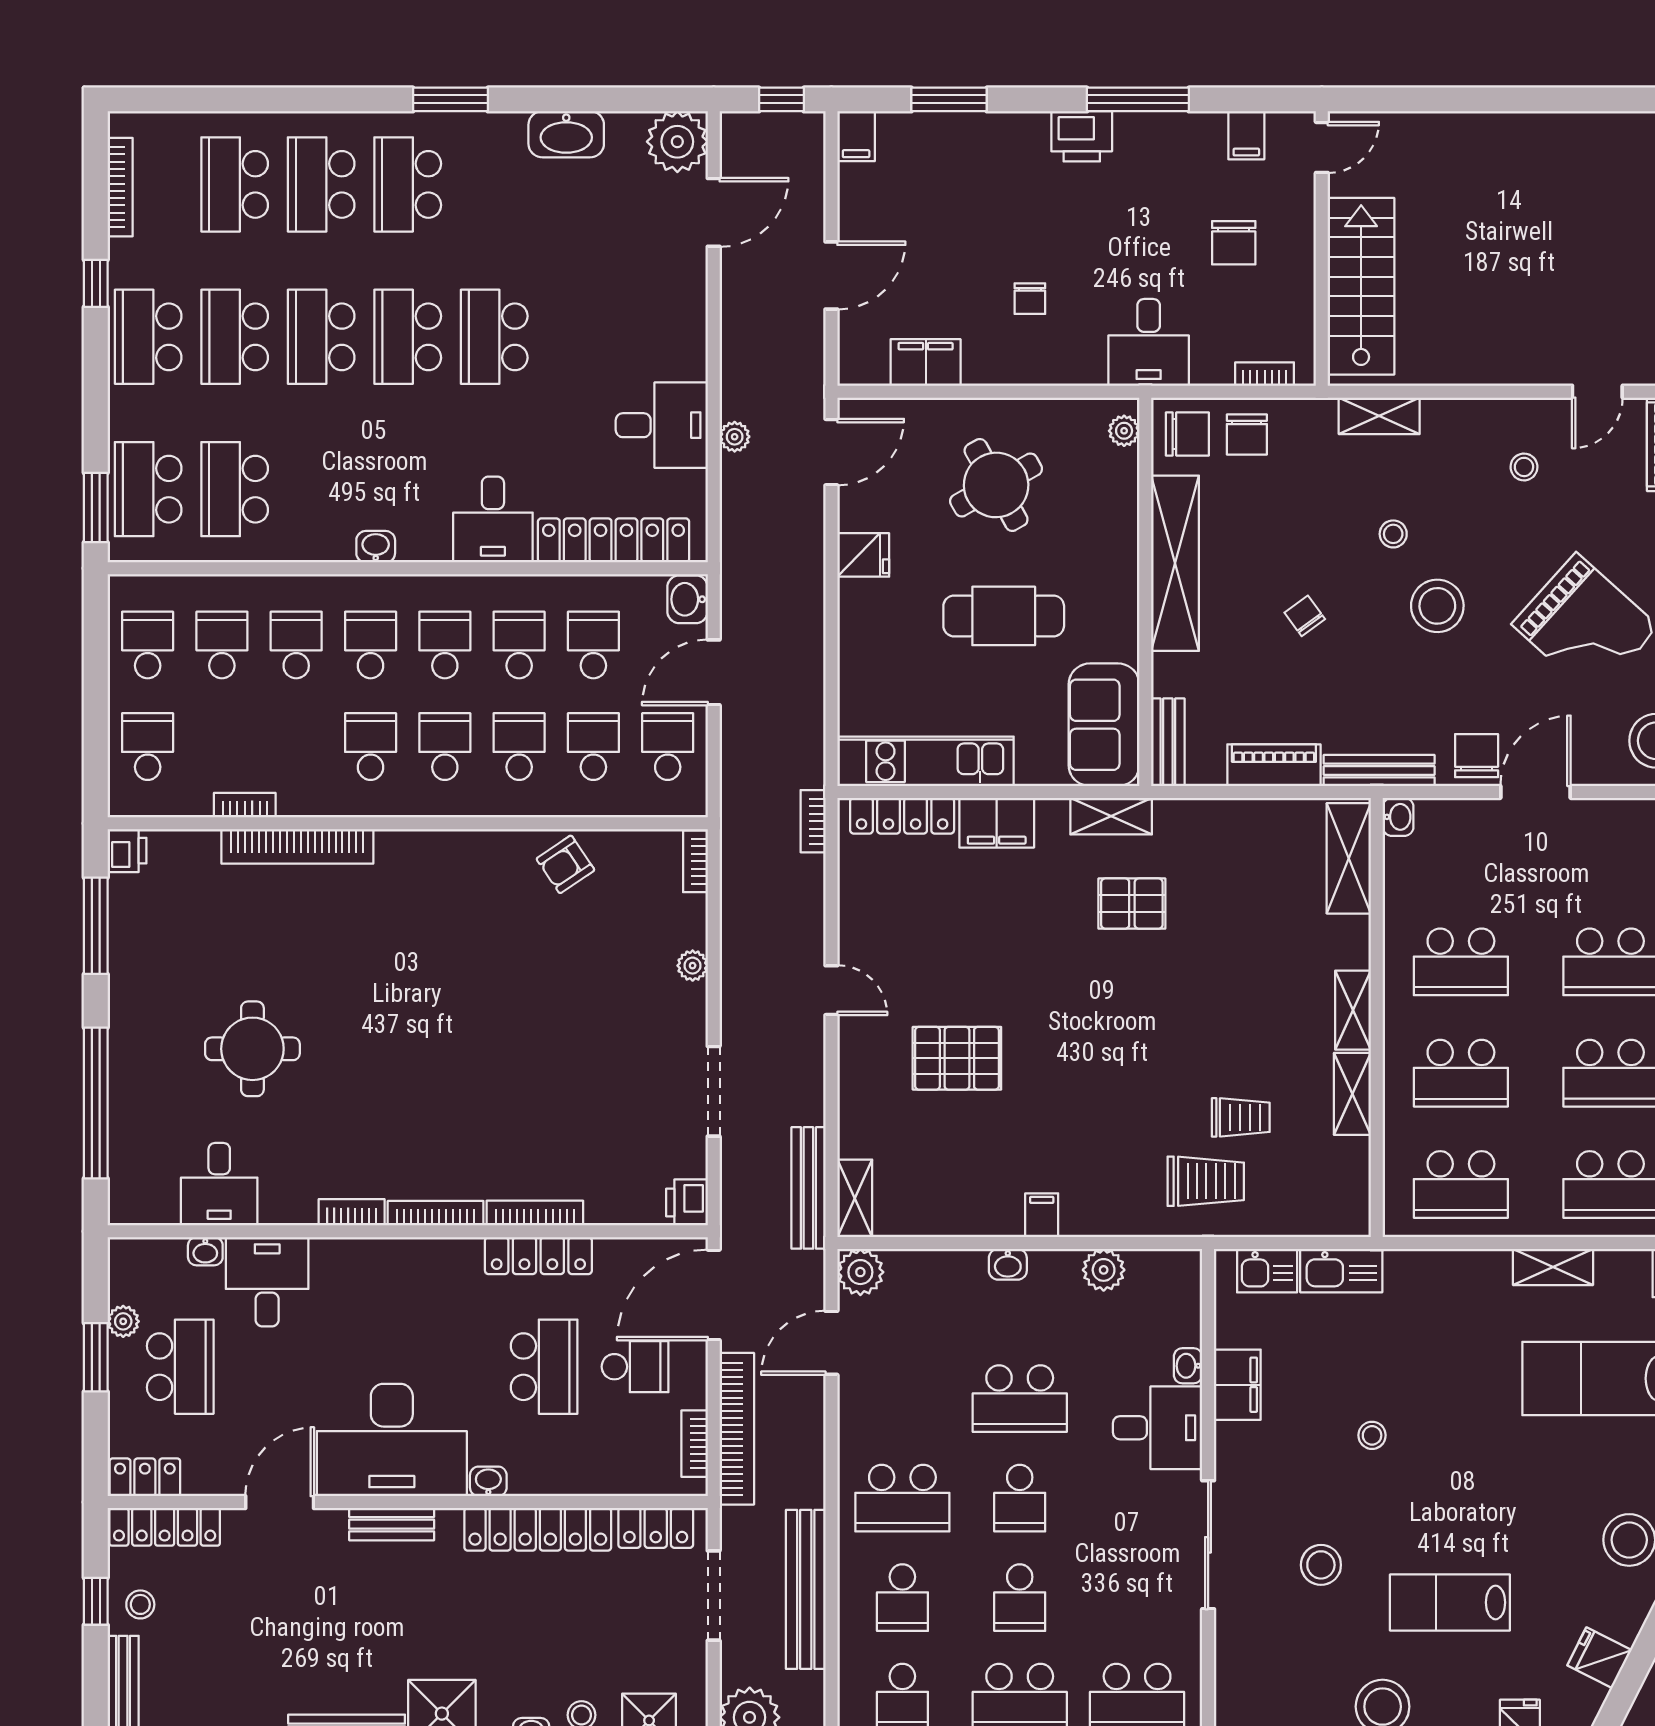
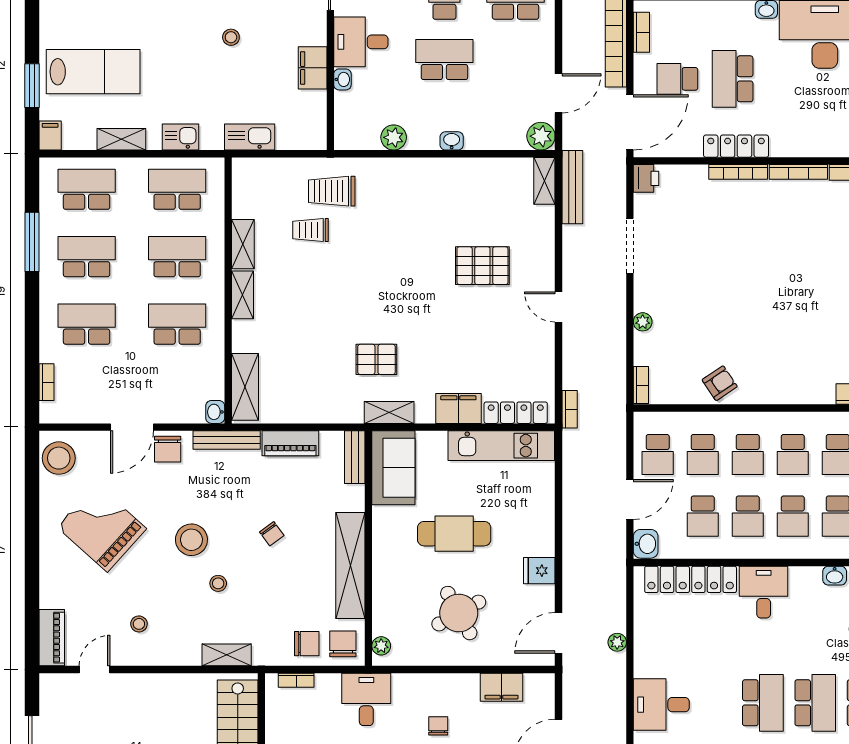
desk: (662, 425) -> (661, 705), moved
chair: (1187, 434) -> (343, 644), turned 90
chair: (1247, 434) -> (307, 644), turned 90
filing cabinet: (1042, 1215) -> (431, 171), removed
kitchen sink: (1267, 1271) -> (181, 137), moved

